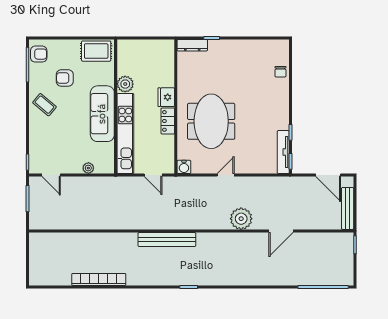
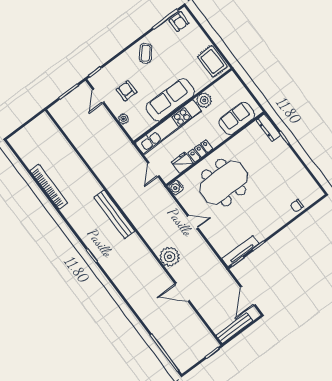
sofa: (163, 67) -> (237, 119), added
armchair: (65, 78) -> (127, 91), moved
fridge: (166, 97) -> (182, 163), moved

